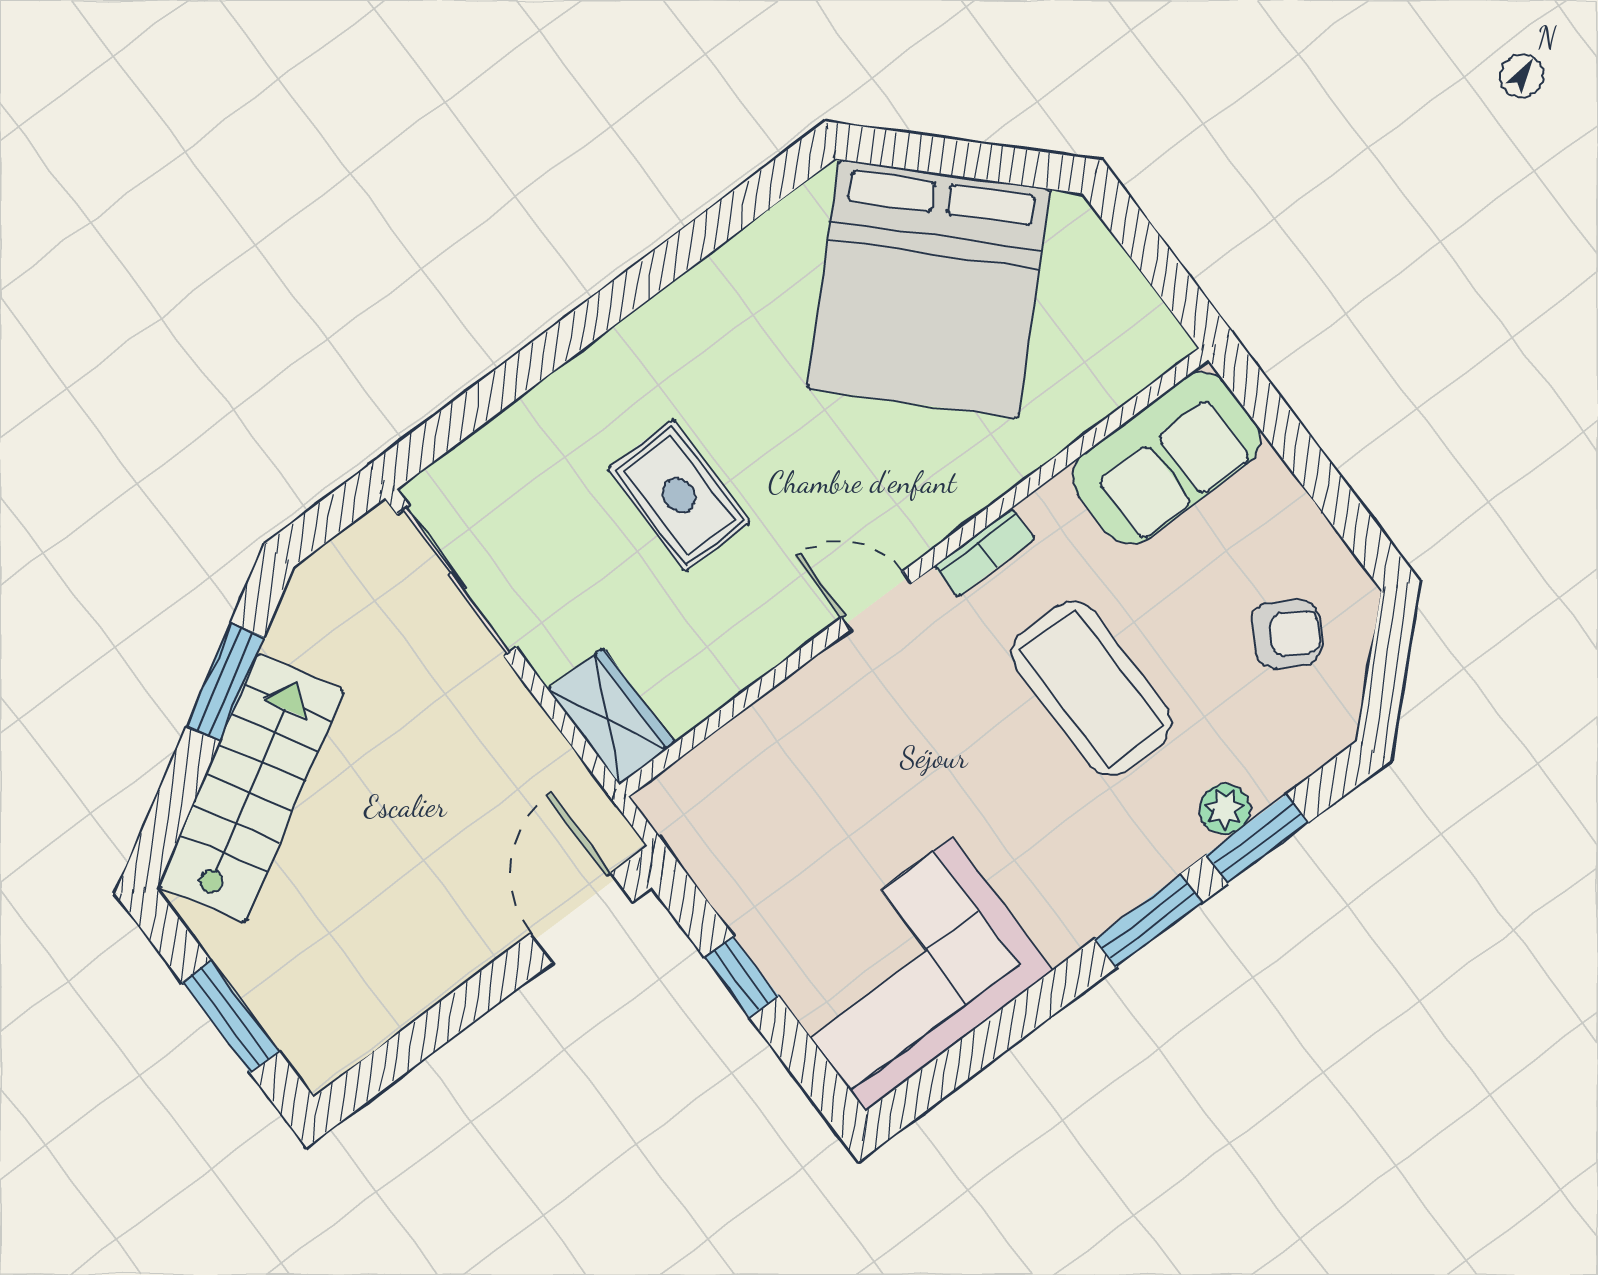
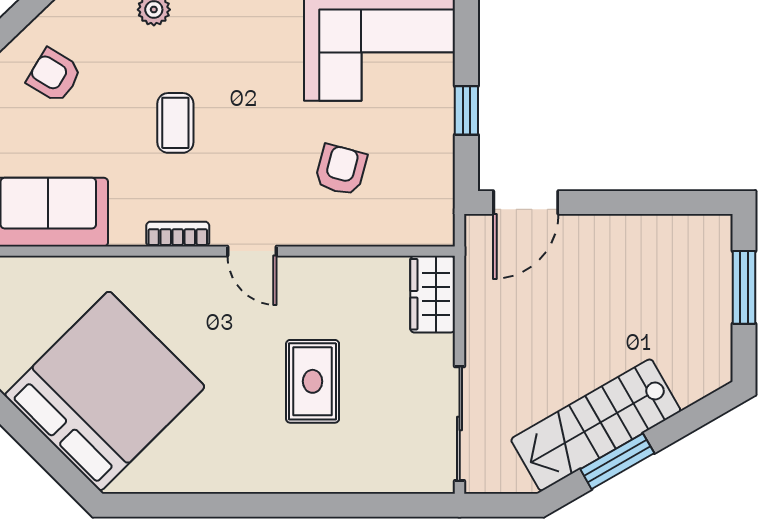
coffee table: (1092, 688) -> (175, 123), width x0.54, depth x0.58
armchair: (842, 785) -> (341, 170), added
stairs: (251, 788) -> (596, 425), moved

